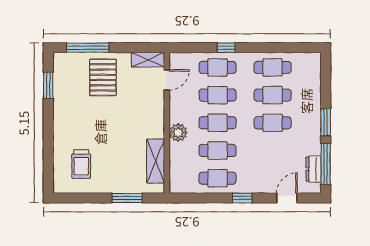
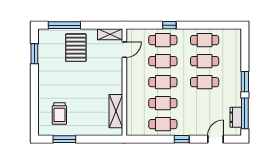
plant: (178, 133) -> (133, 90), removed
window: (127, 198) -> (64, 139), moved

